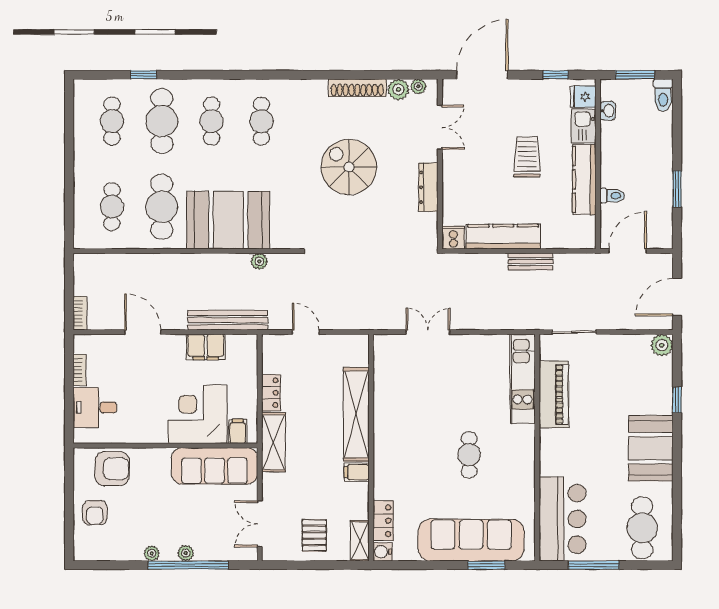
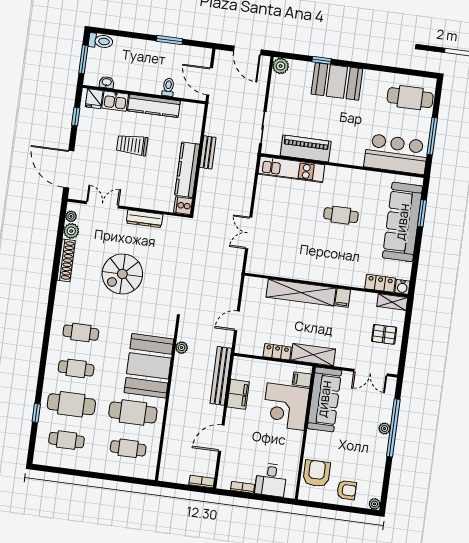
booth: (651, 448) -> (337, 81), moved
plant: (152, 553) -> (375, 504), moved

